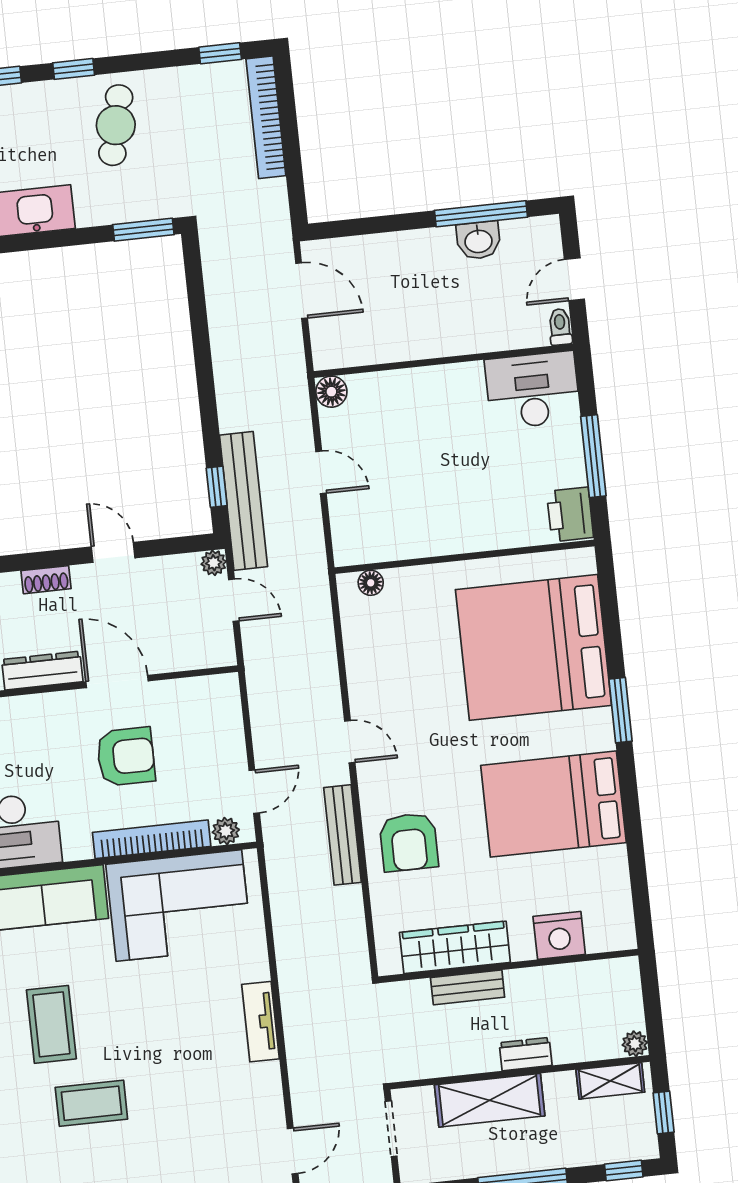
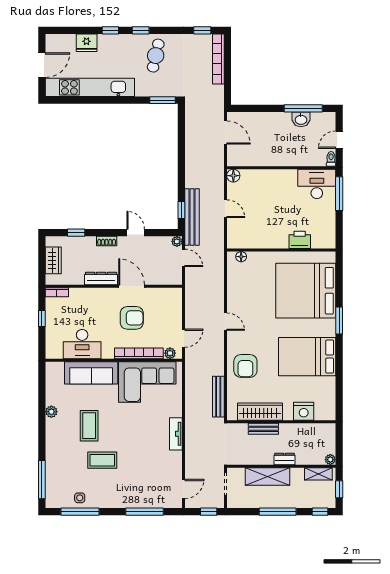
window: (593, 456) -> (339, 194), moved
printer: (570, 514) -> (300, 240), moved, turned 90
bench: (343, 835) -> (218, 397), moved

